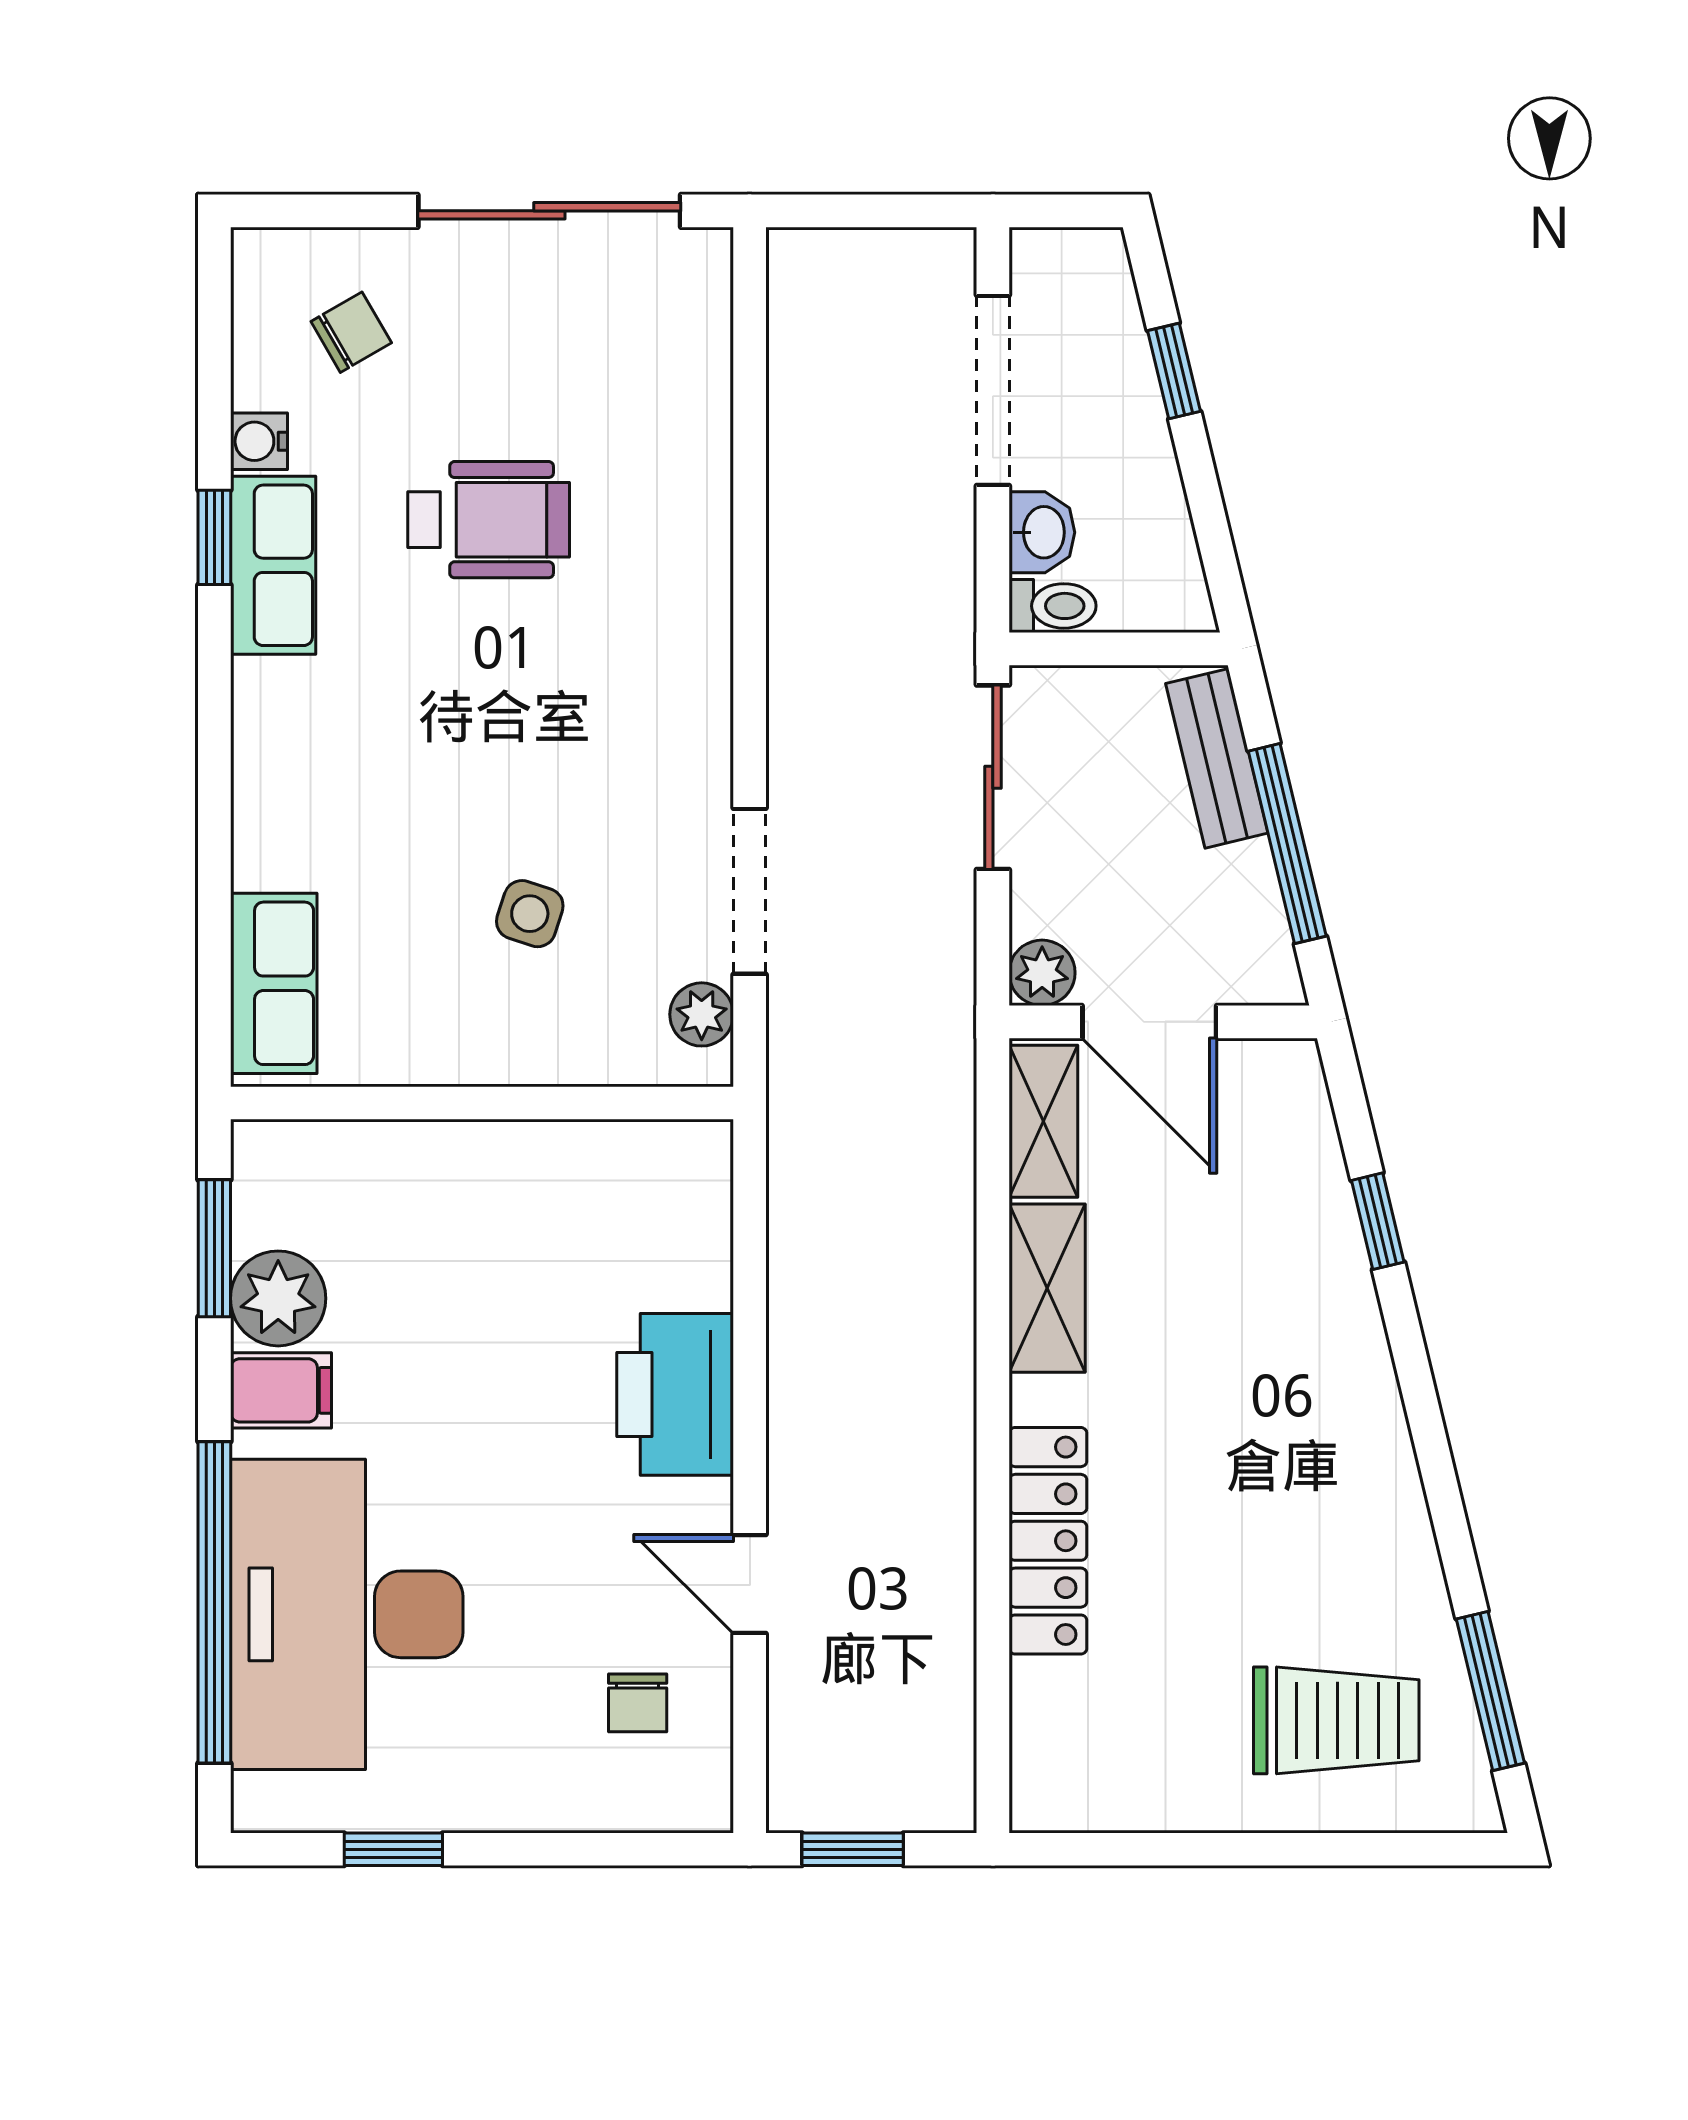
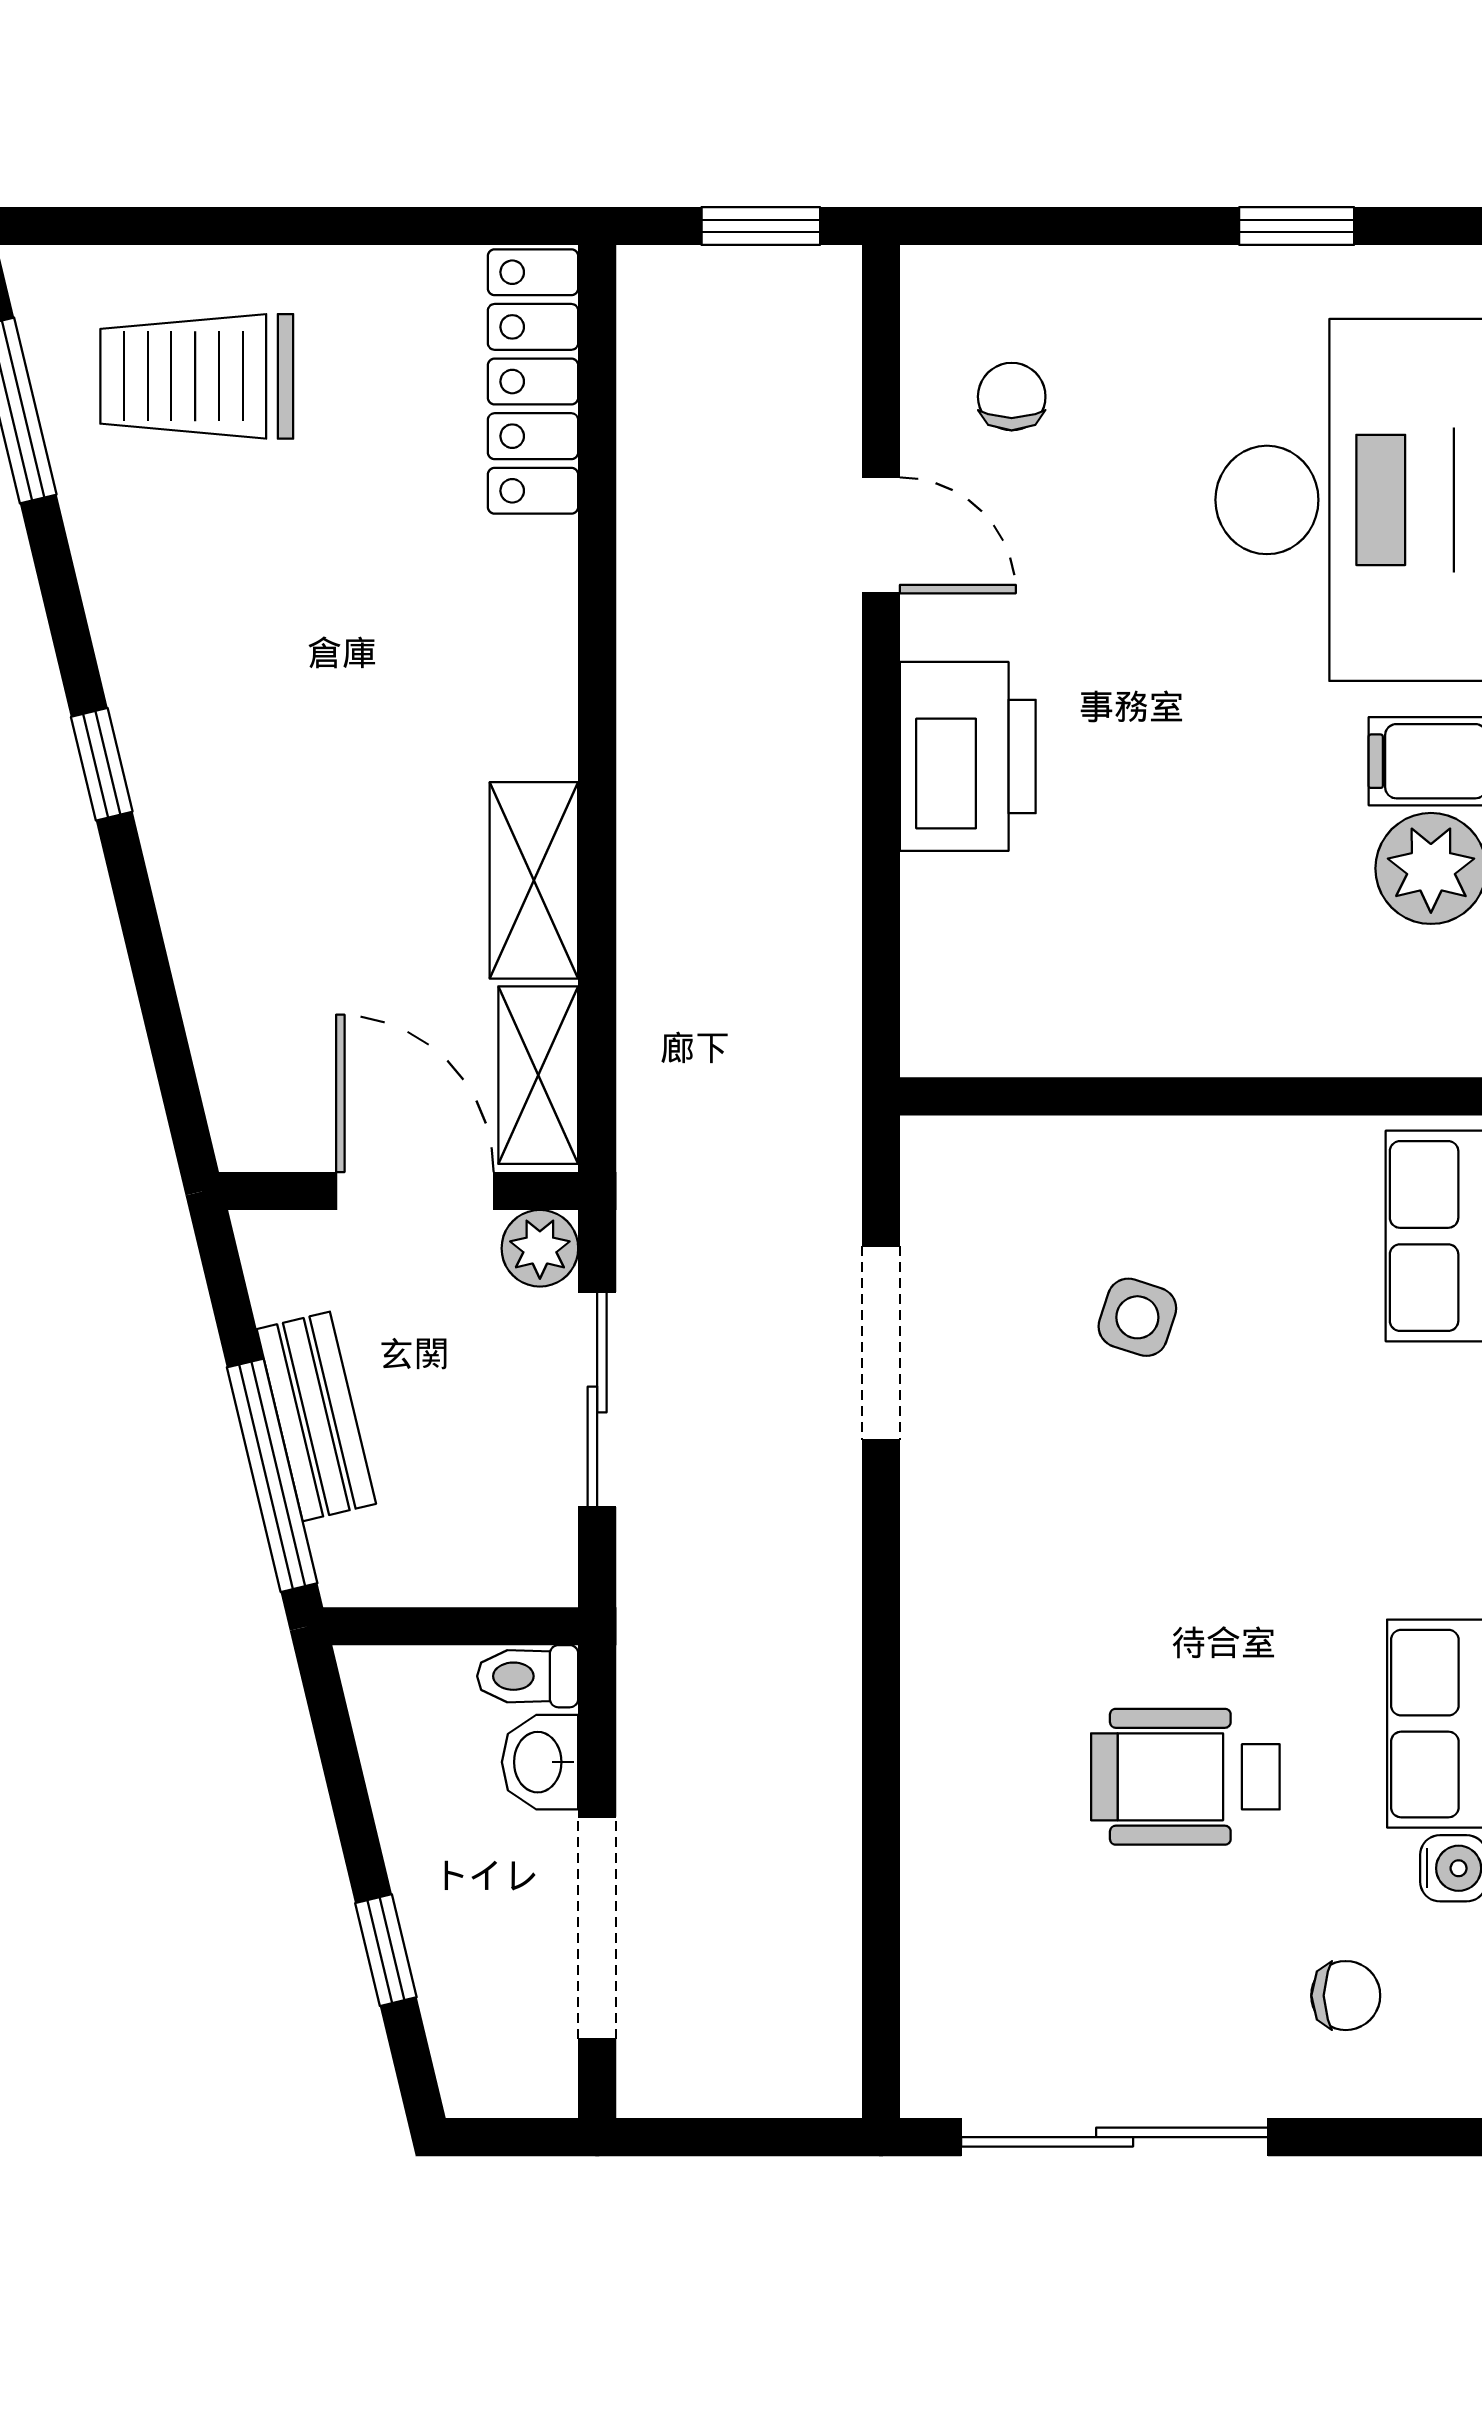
chair: (351, 332) -> (1346, 1996), turned -150
bench: (1217, 758) -> (316, 1416), moved
sliding door: (993, 777) -> (597, 1400), moved
window: (1287, 844) -> (272, 1475), moved
plant: (702, 1014) -> (937, 1200), removed
window: (1378, 1221) -> (102, 764), moved
locker: (1048, 1541) -> (533, 382), moved

